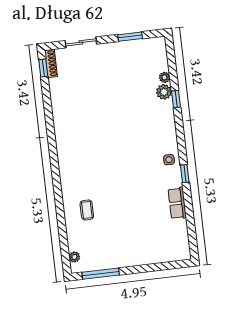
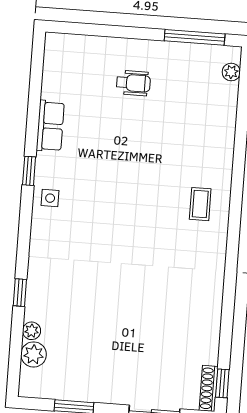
plant: (164, 92) -> (34, 354), moved
coffee table: (87, 210) -> (200, 204), moved
wheelchair: (132, 239) -> (133, 83), added

